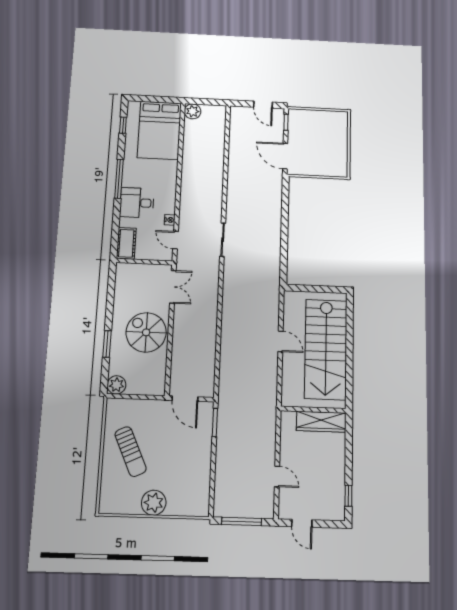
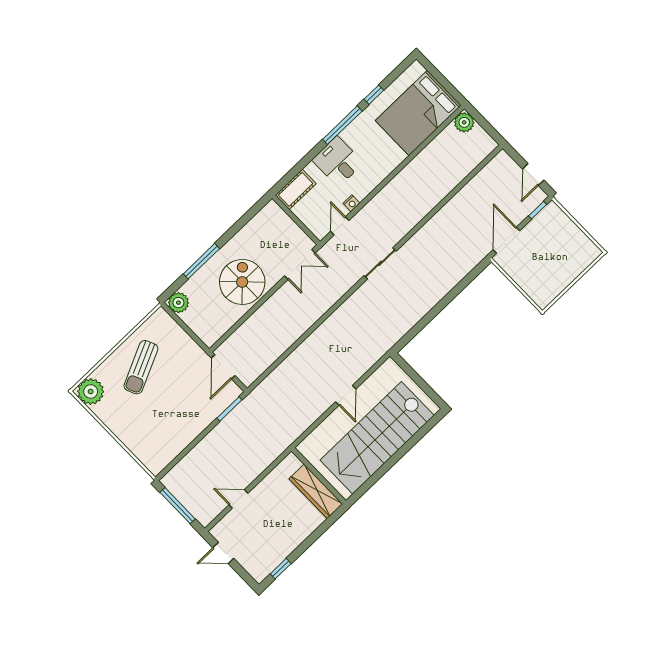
window: (123, 125) -> (374, 95), moved
window: (107, 344) -> (201, 261), width x1.44
door: (277, 476) -> (238, 499), swing flipped
plant: (154, 503) -> (91, 391), moved
door: (302, 523) -> (223, 553), hinge flipped

